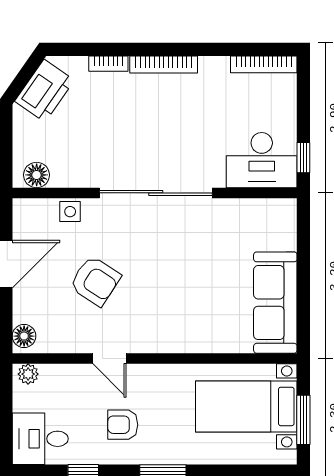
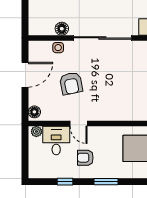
floor lamp: (37, 175) -> (62, 29), moved
armchair: (95, 281) -> (71, 83), turned 46
desk: (40, 439) -> (56, 141), moved, turned 90

